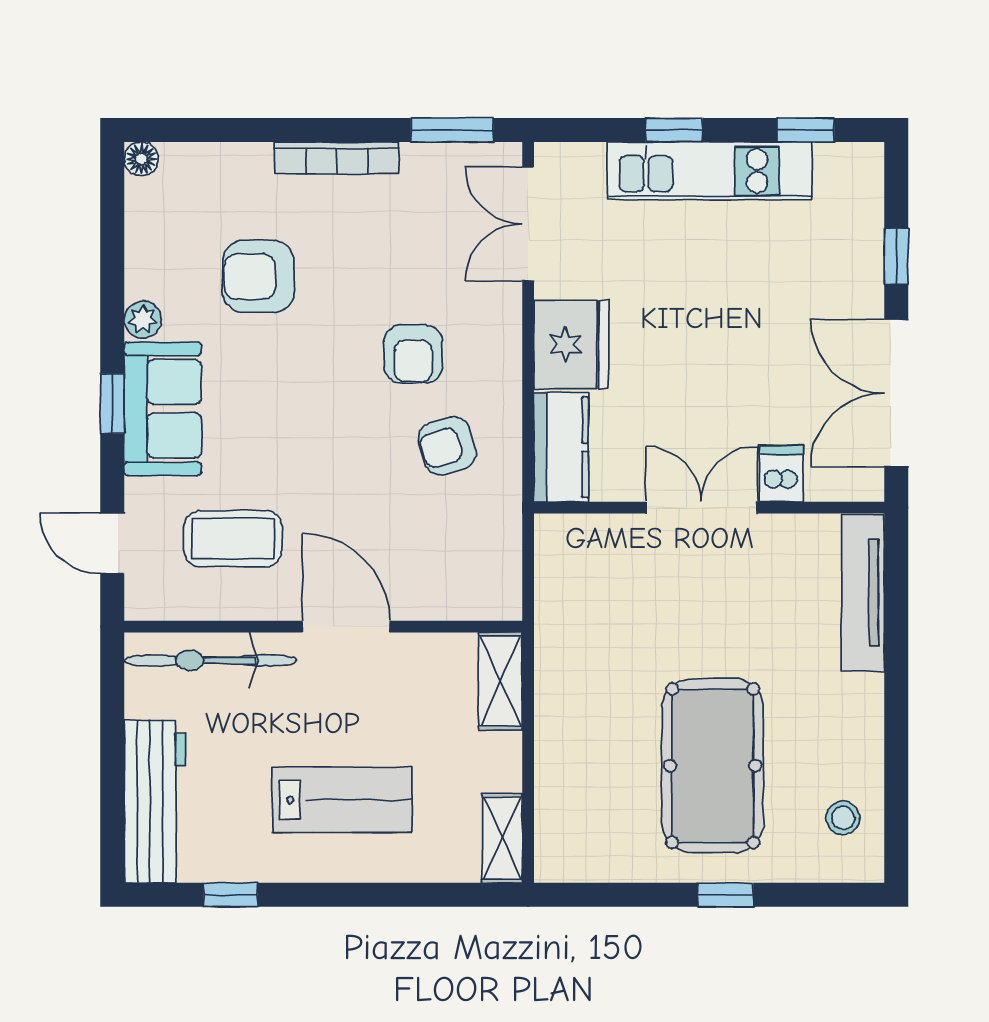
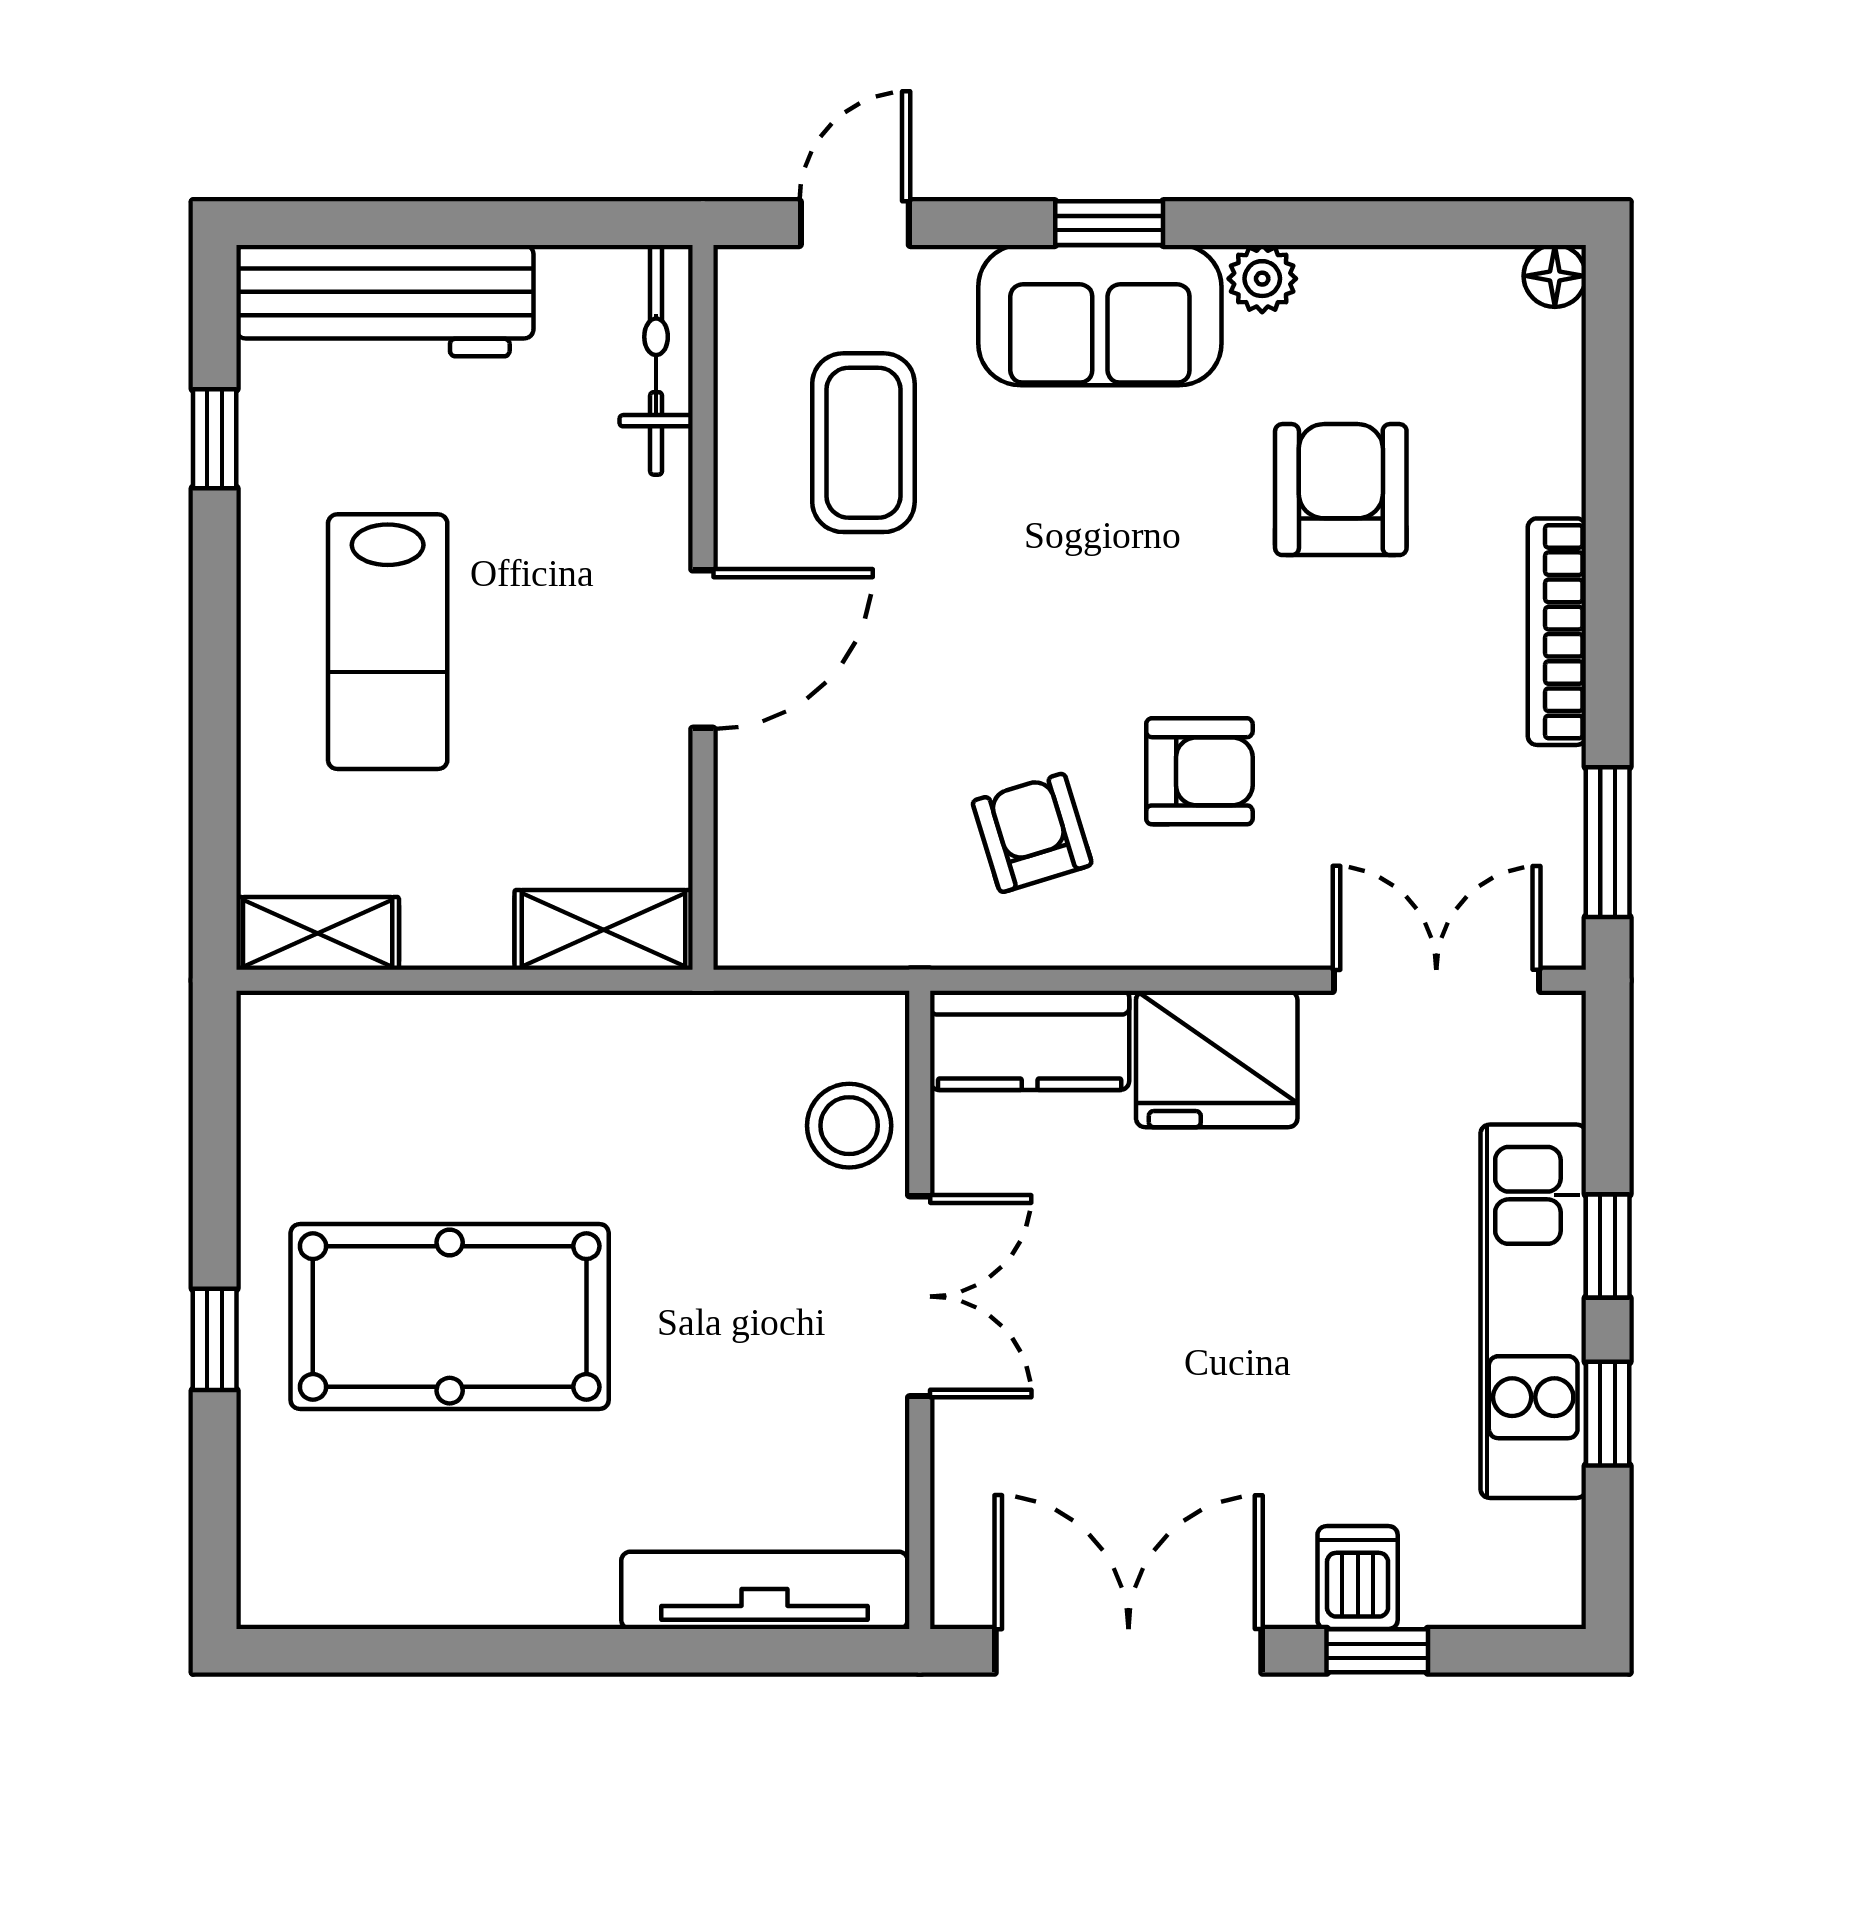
window: (806, 130) -> (1608, 1414), moved
armchair: (413, 354) -> (1199, 771), turned 180
dishwasher: (781, 474) -> (1358, 1577), moved, turned -90
bicycle: (210, 660) -> (656, 360), width x0.73, depth x0.71
stool: (843, 818) -> (849, 1126), moved, width x1.37, depth x1.37

